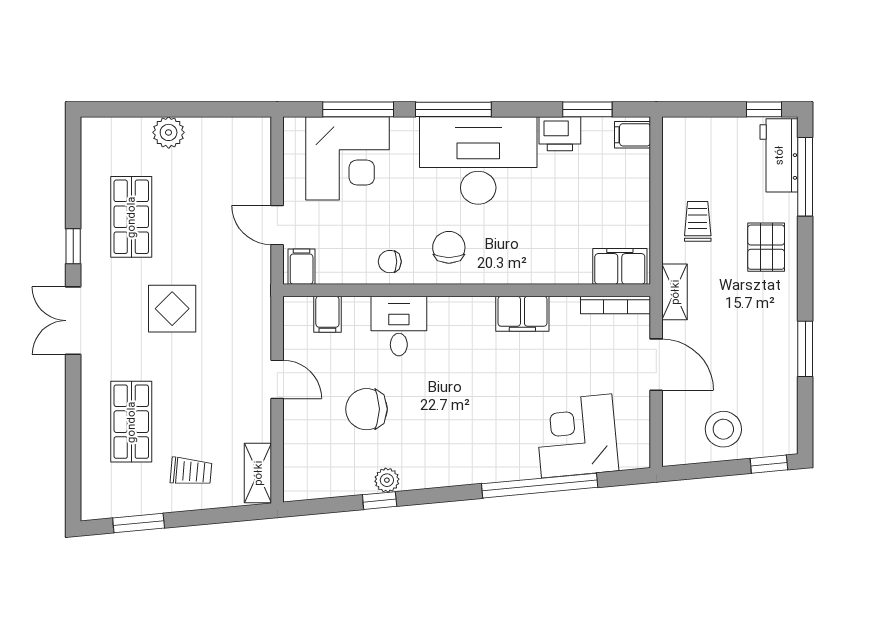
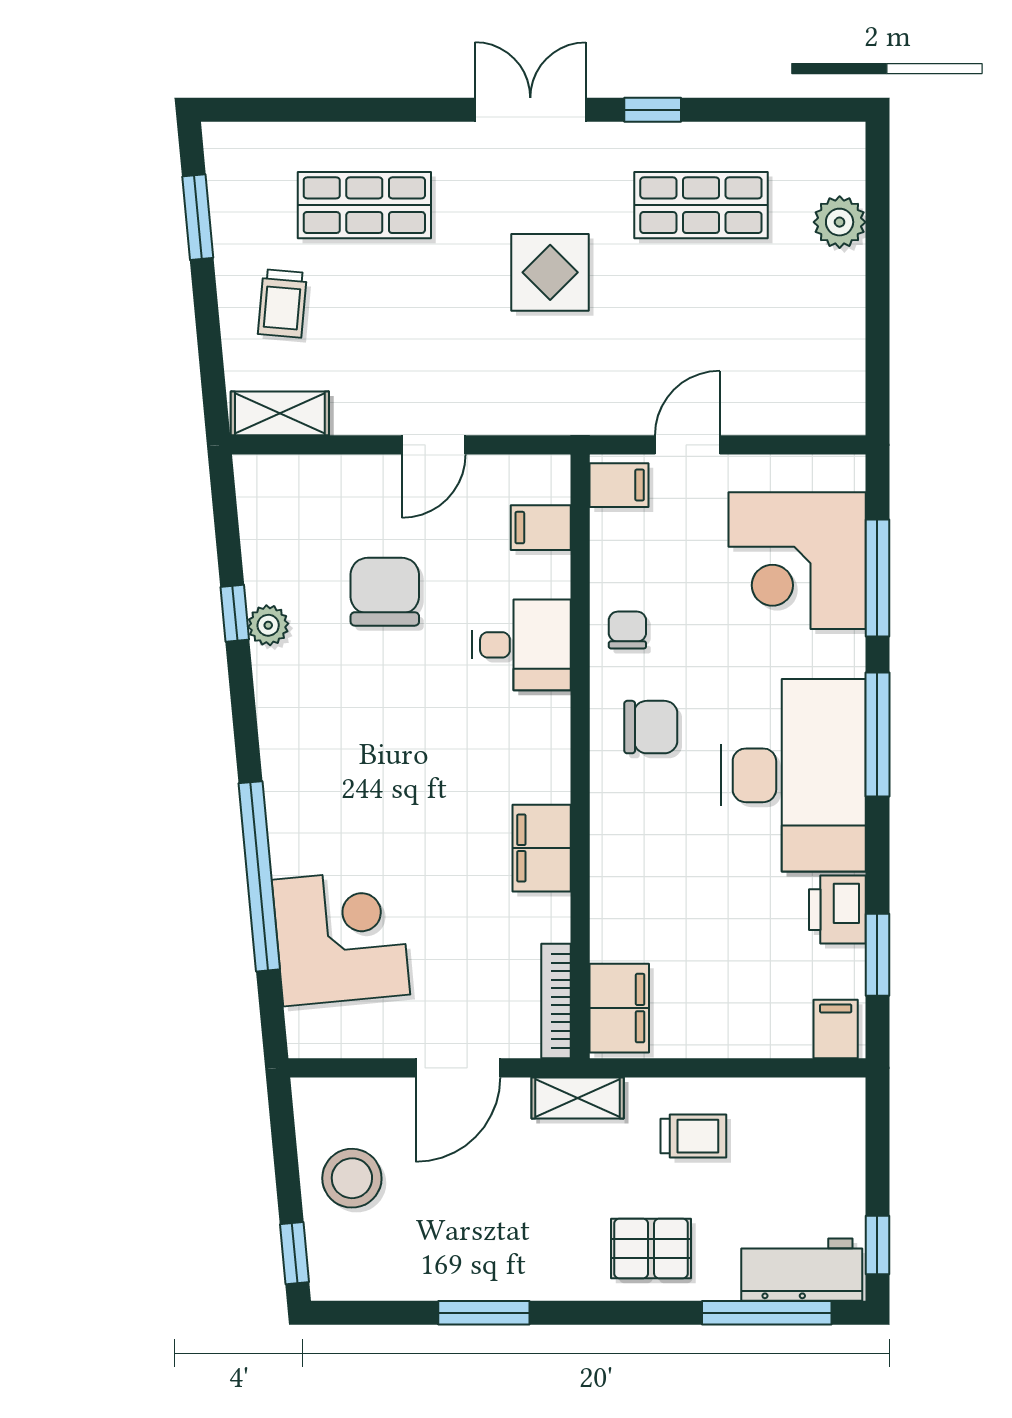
plant: (169, 132) -> (840, 222), moved

